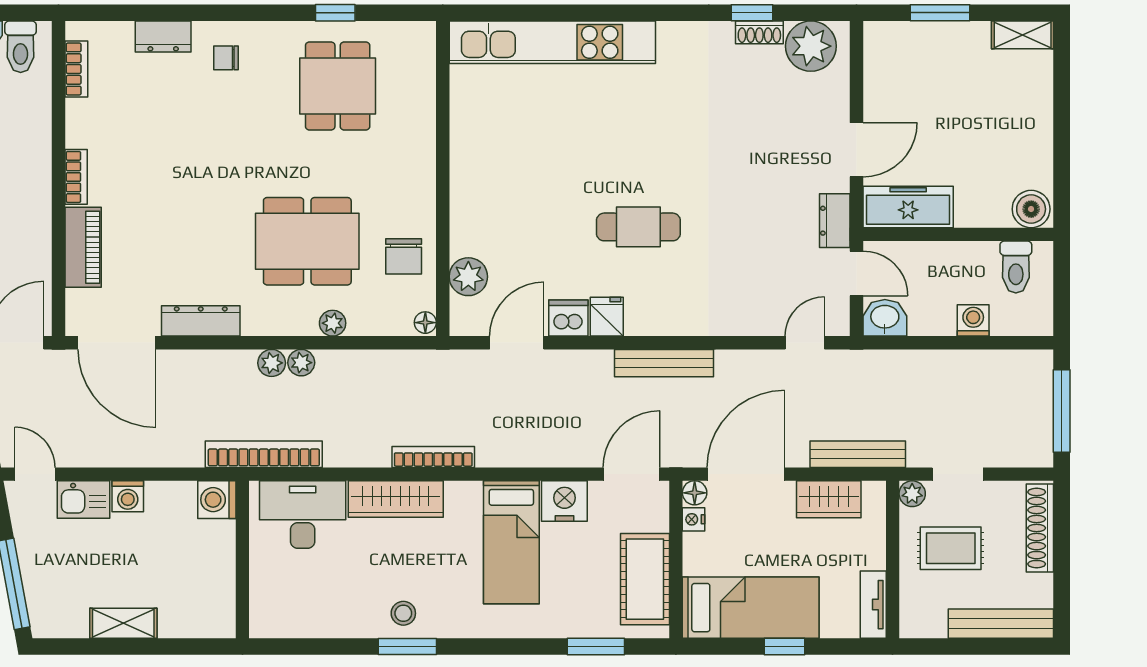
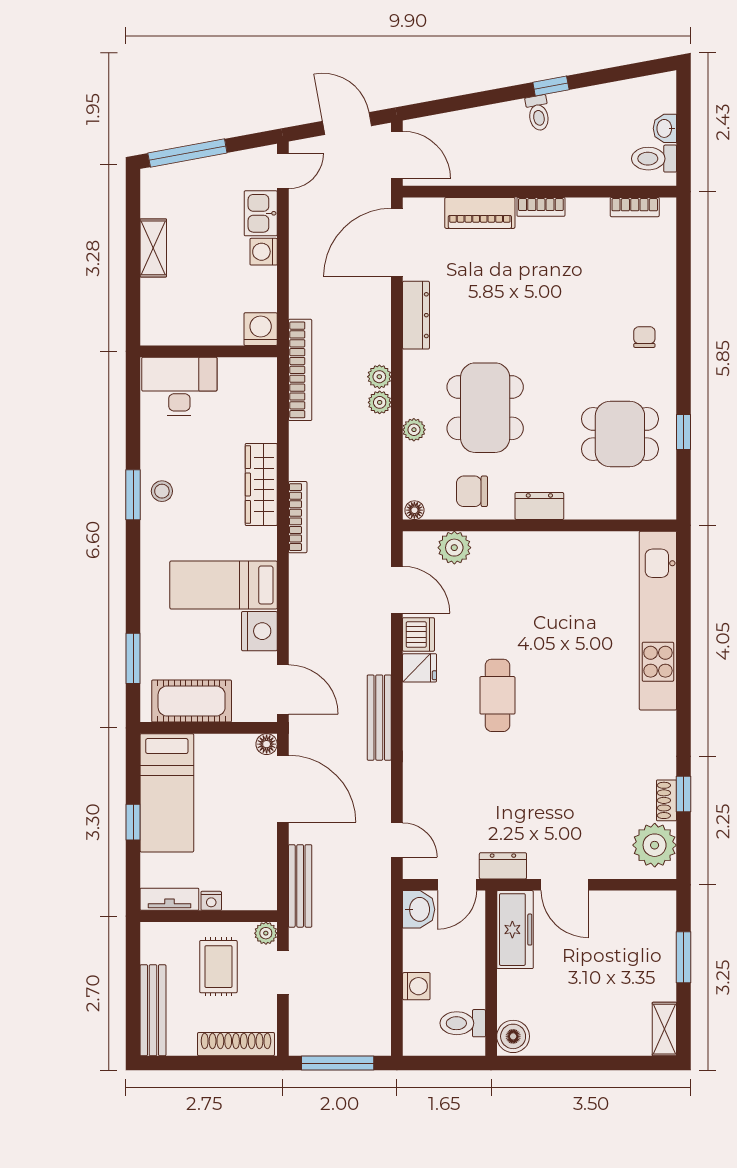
dresser: (163, 37) -> (539, 506), moved, turned 90
wardrobe: (829, 499) -> (261, 861), removed
desk: (303, 515) -> (179, 386), moved, turned -90
nightstand: (694, 519) -> (211, 901), moved, turned 180

